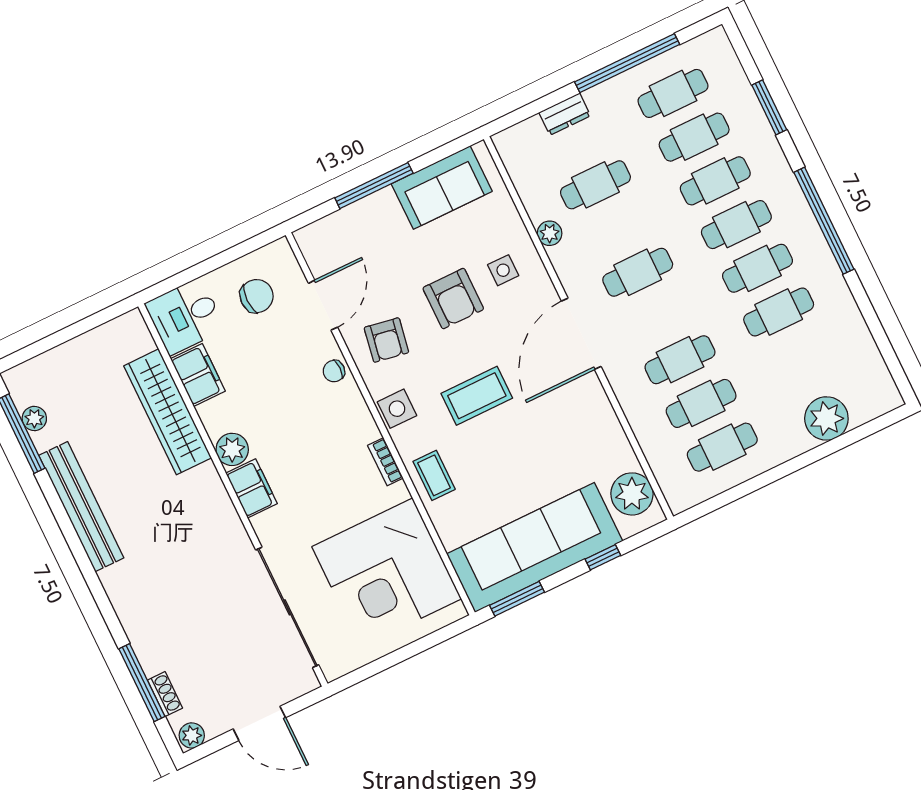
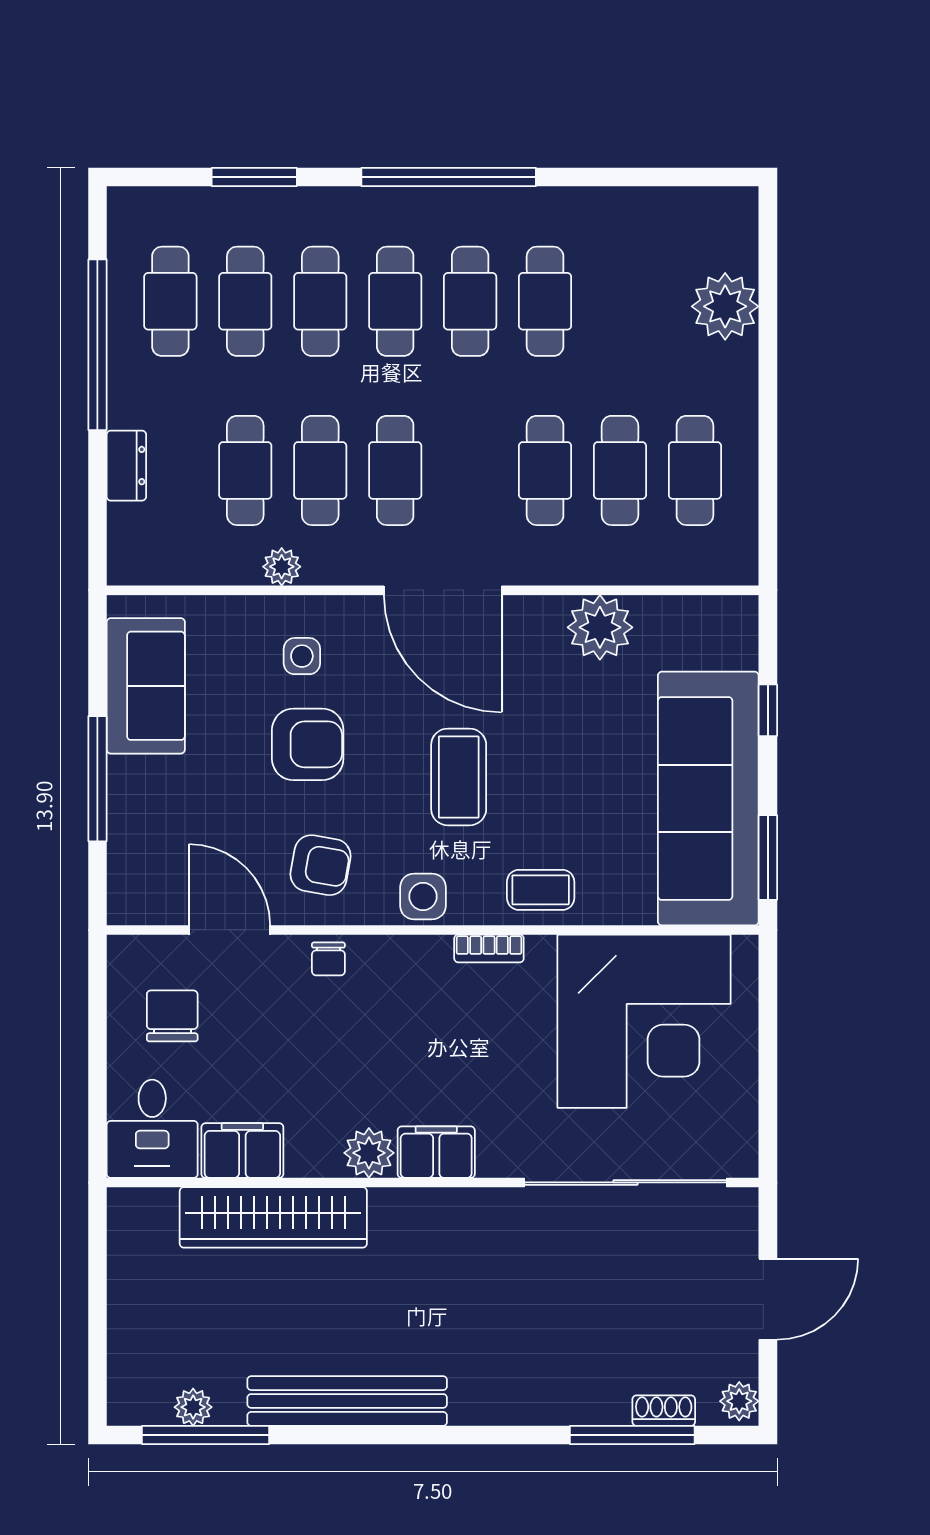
cafe table: (617, 229) -> (320, 470), added
plant: (632, 494) -> (600, 627), moved

